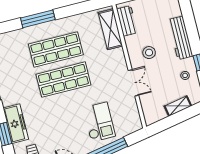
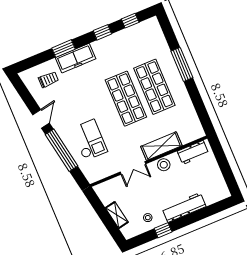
shelving: (110, 29) -> (161, 146), moved
stool: (149, 53) -> (164, 165), moved
checkout: (99, 122) -> (89, 140), turned -90

